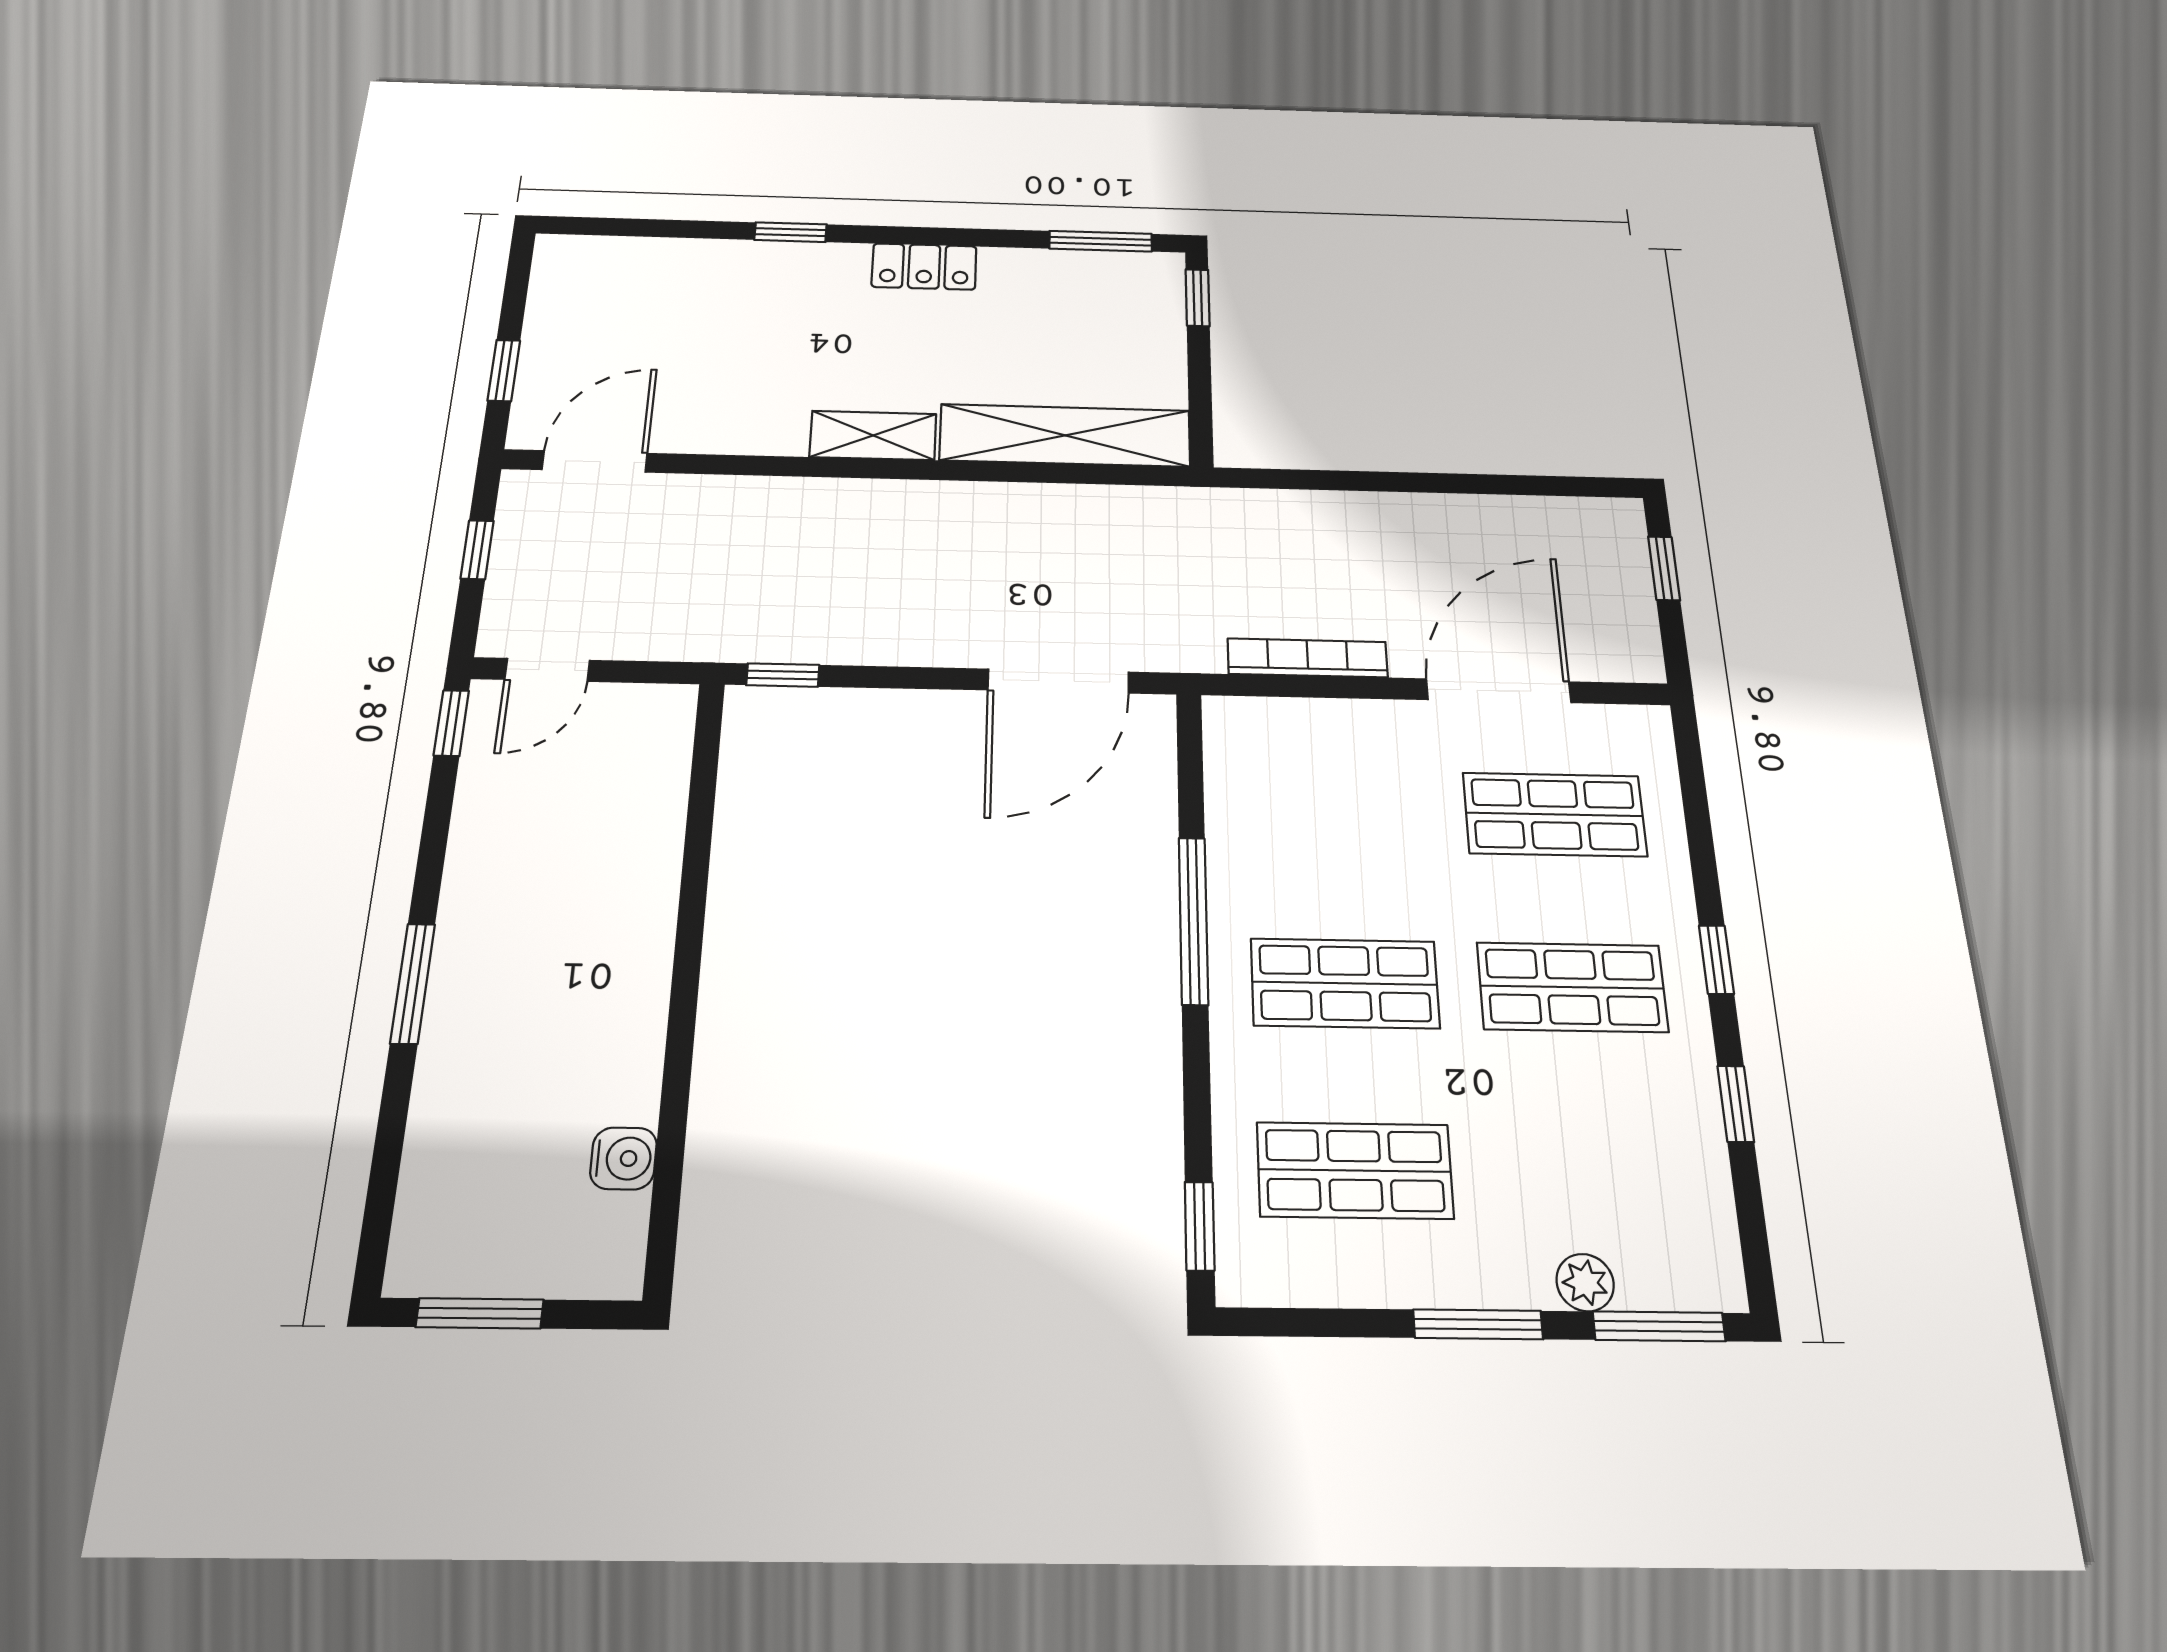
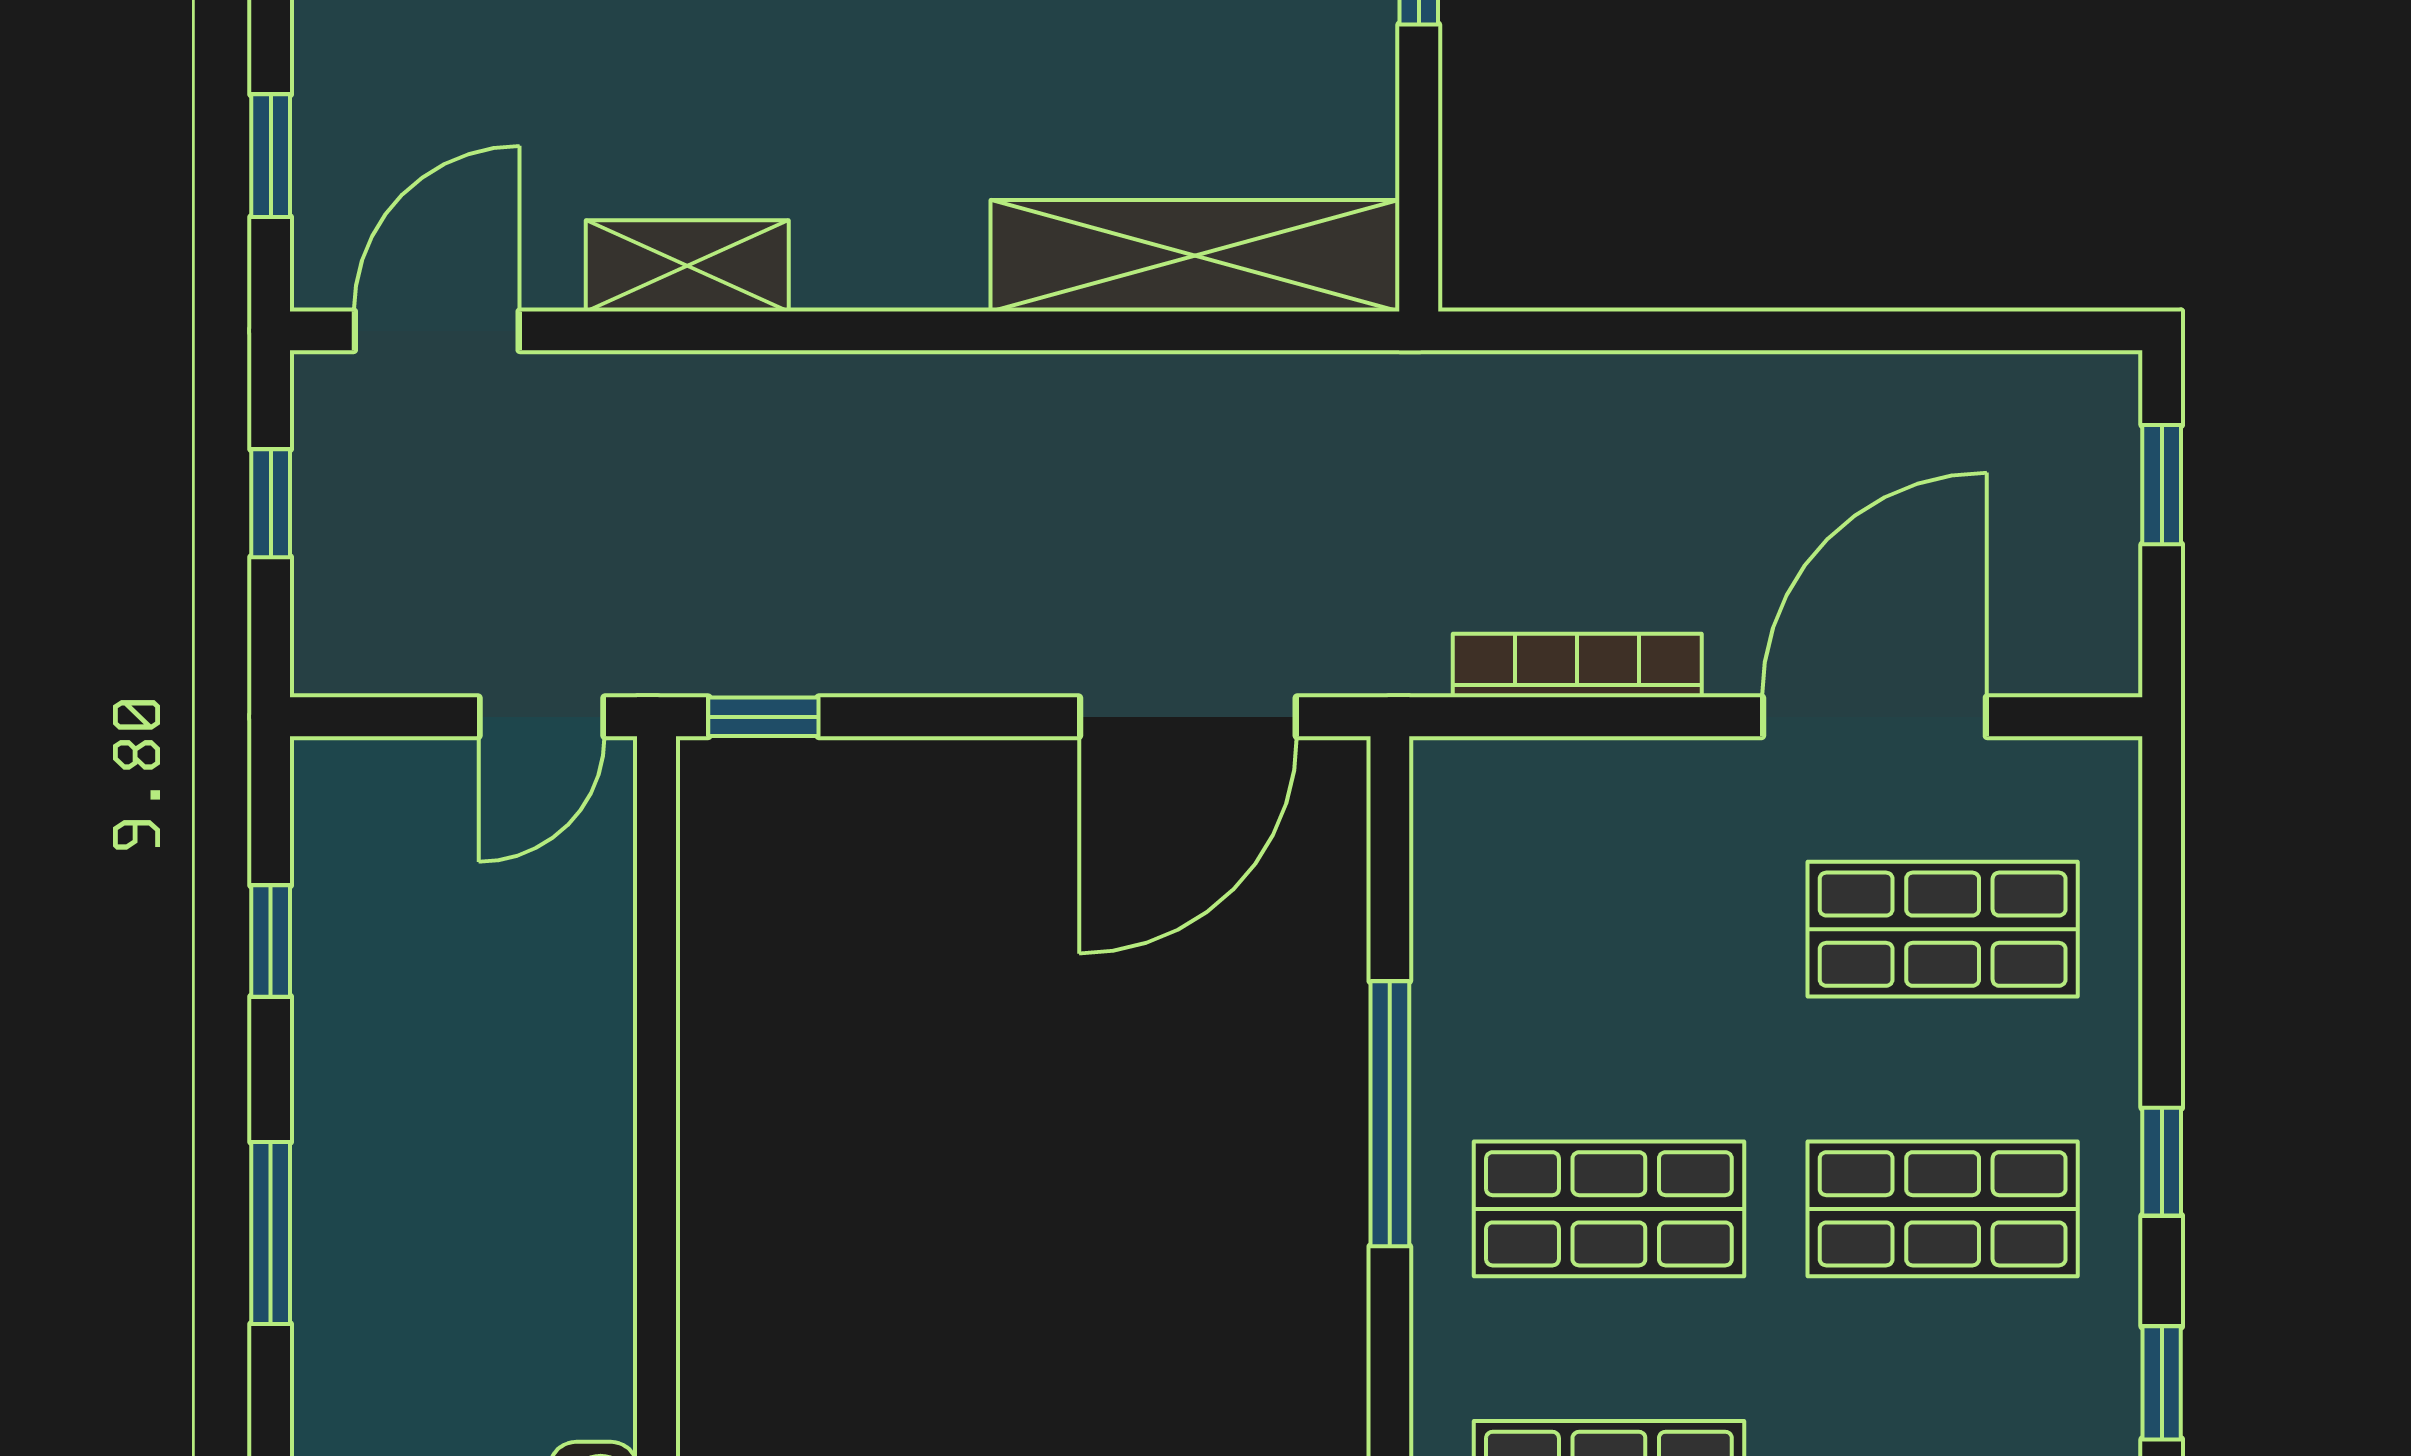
shelving: (873, 435) -> (687, 266), moved
door: (547, 670) -> (542, 717), moved
window: (451, 723) -> (271, 941), moved

